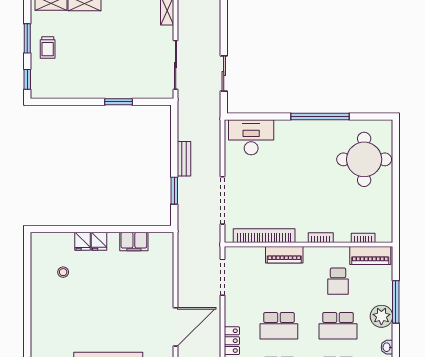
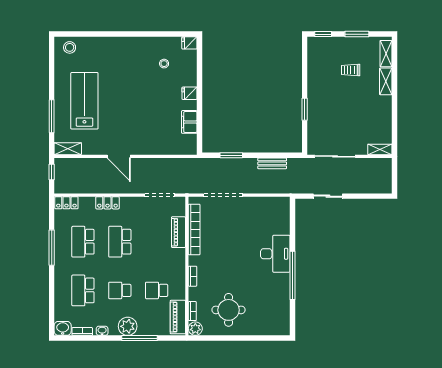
trolley: (48, 48) -> (351, 70), moved
desk: (251, 137) -> (275, 254), moved
bench: (184, 159) -> (272, 163), moved
round table: (364, 159) -> (229, 310), moved, width x0.73, depth x0.73
plant: (384, 234) -> (195, 329), added
fridge: (83, 241) -> (189, 43), moved
piano: (284, 255) -> (178, 232), moved
school desk: (338, 326) -> (120, 290), width x0.54
door: (176, 327) -> (119, 156), width x0.73

